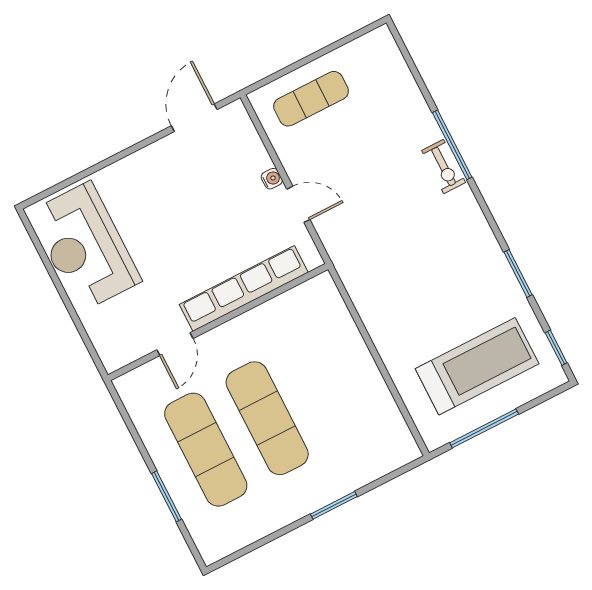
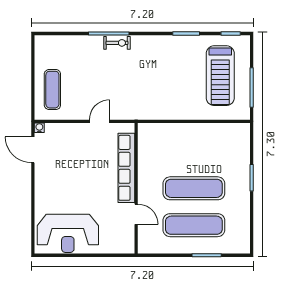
water cooler: (272, 179) -> (39, 128), moved
treadmill: (477, 366) -> (220, 76), turned 180

